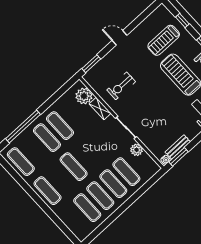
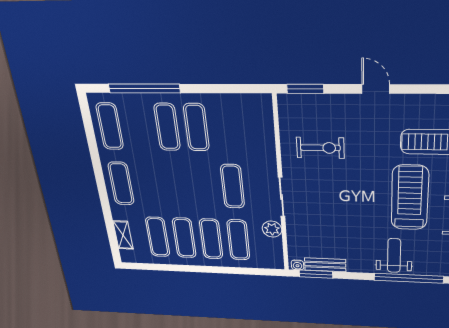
exercise bike: (121, 86) -> (320, 148), turned 180
plant: (84, 96) -> (259, 119), removed
shelving: (100, 109) -> (123, 235), moved
exercise mat: (74, 167) -> (232, 186), moved

